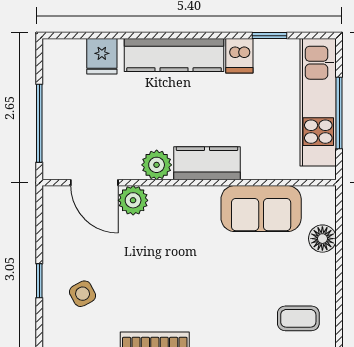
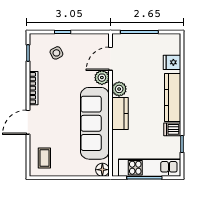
sofa: (261, 209) -> (95, 123), width x1.85, depth x1.27
floor lamp: (322, 239) -> (102, 170), moved

